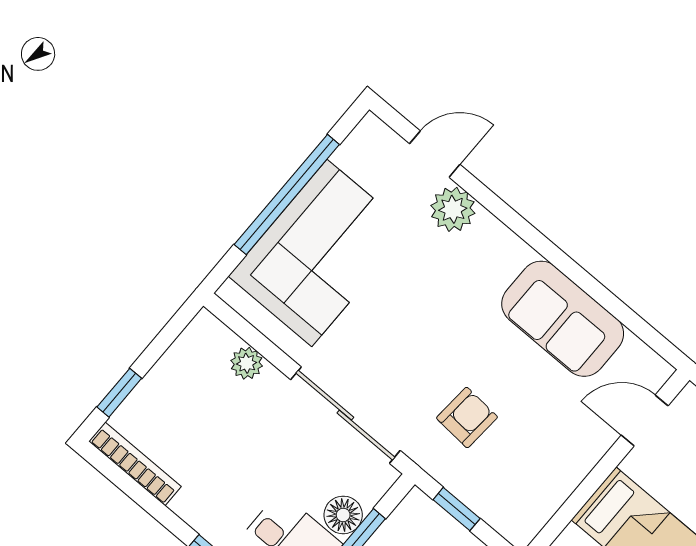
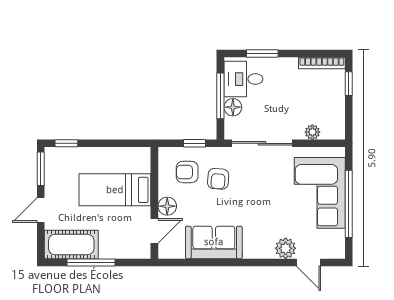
door: (435, 154) -> (308, 262), hinge flipped
floor lamp: (589, 443) -> (167, 206), added
armchair: (509, 472) -> (187, 172), added

